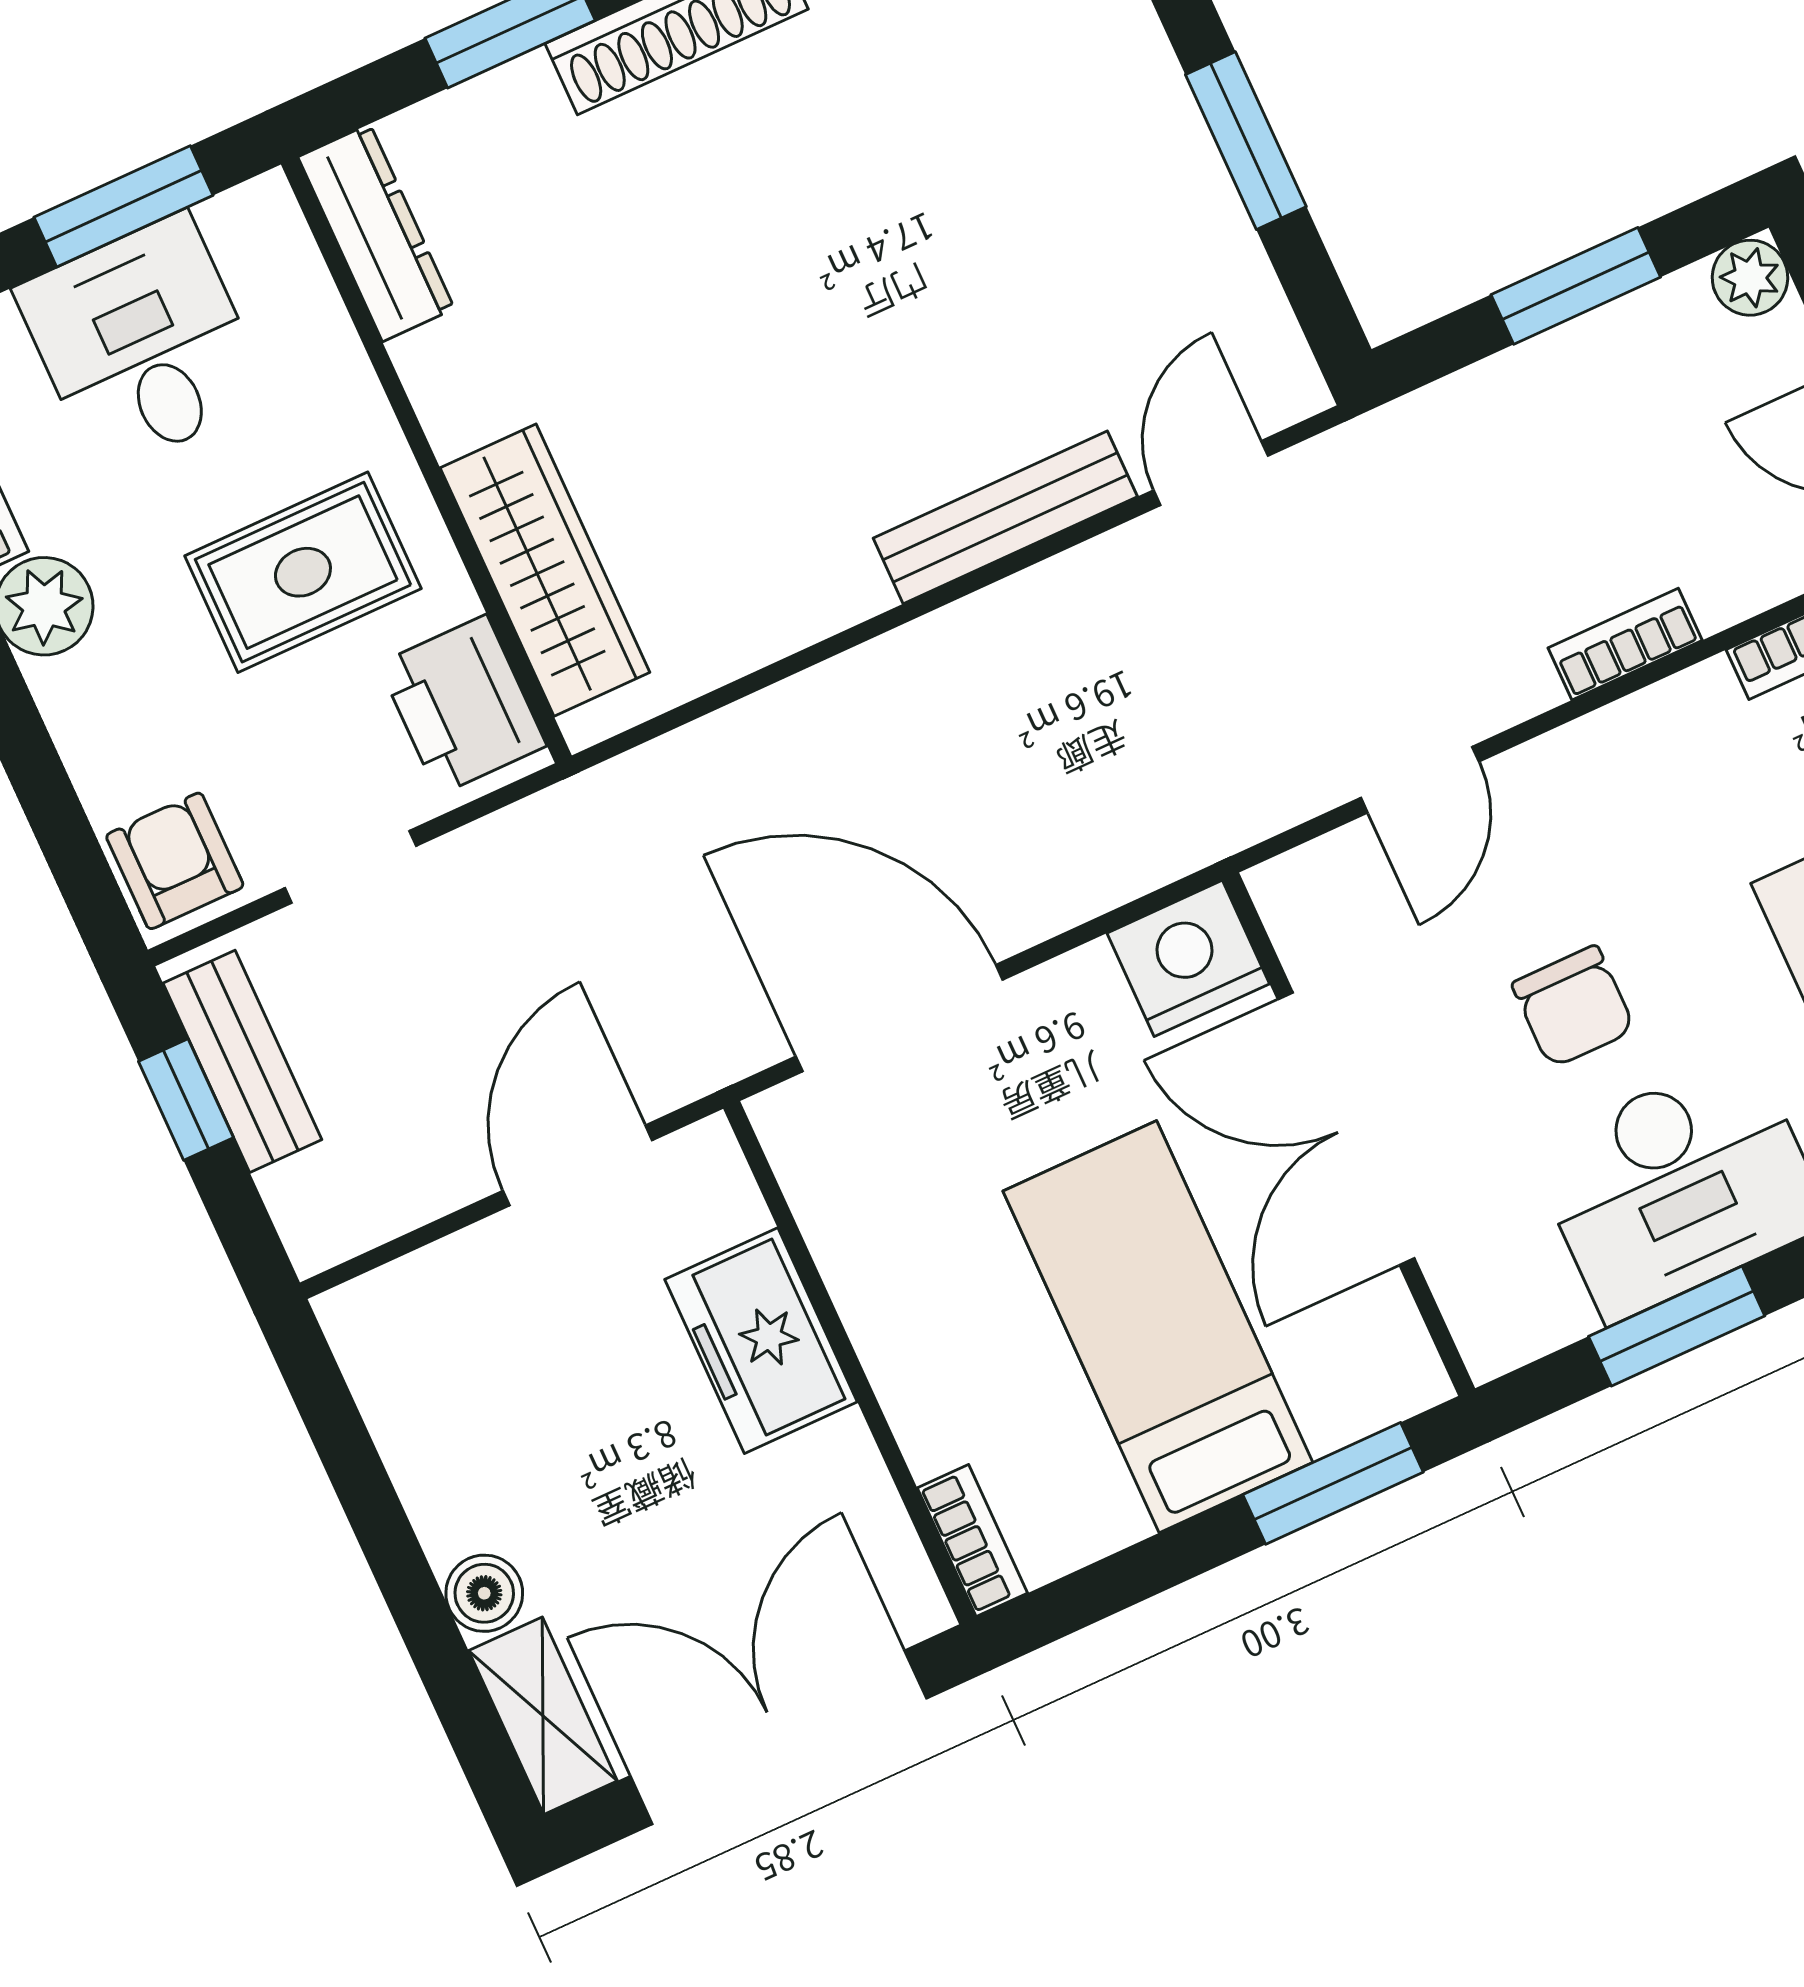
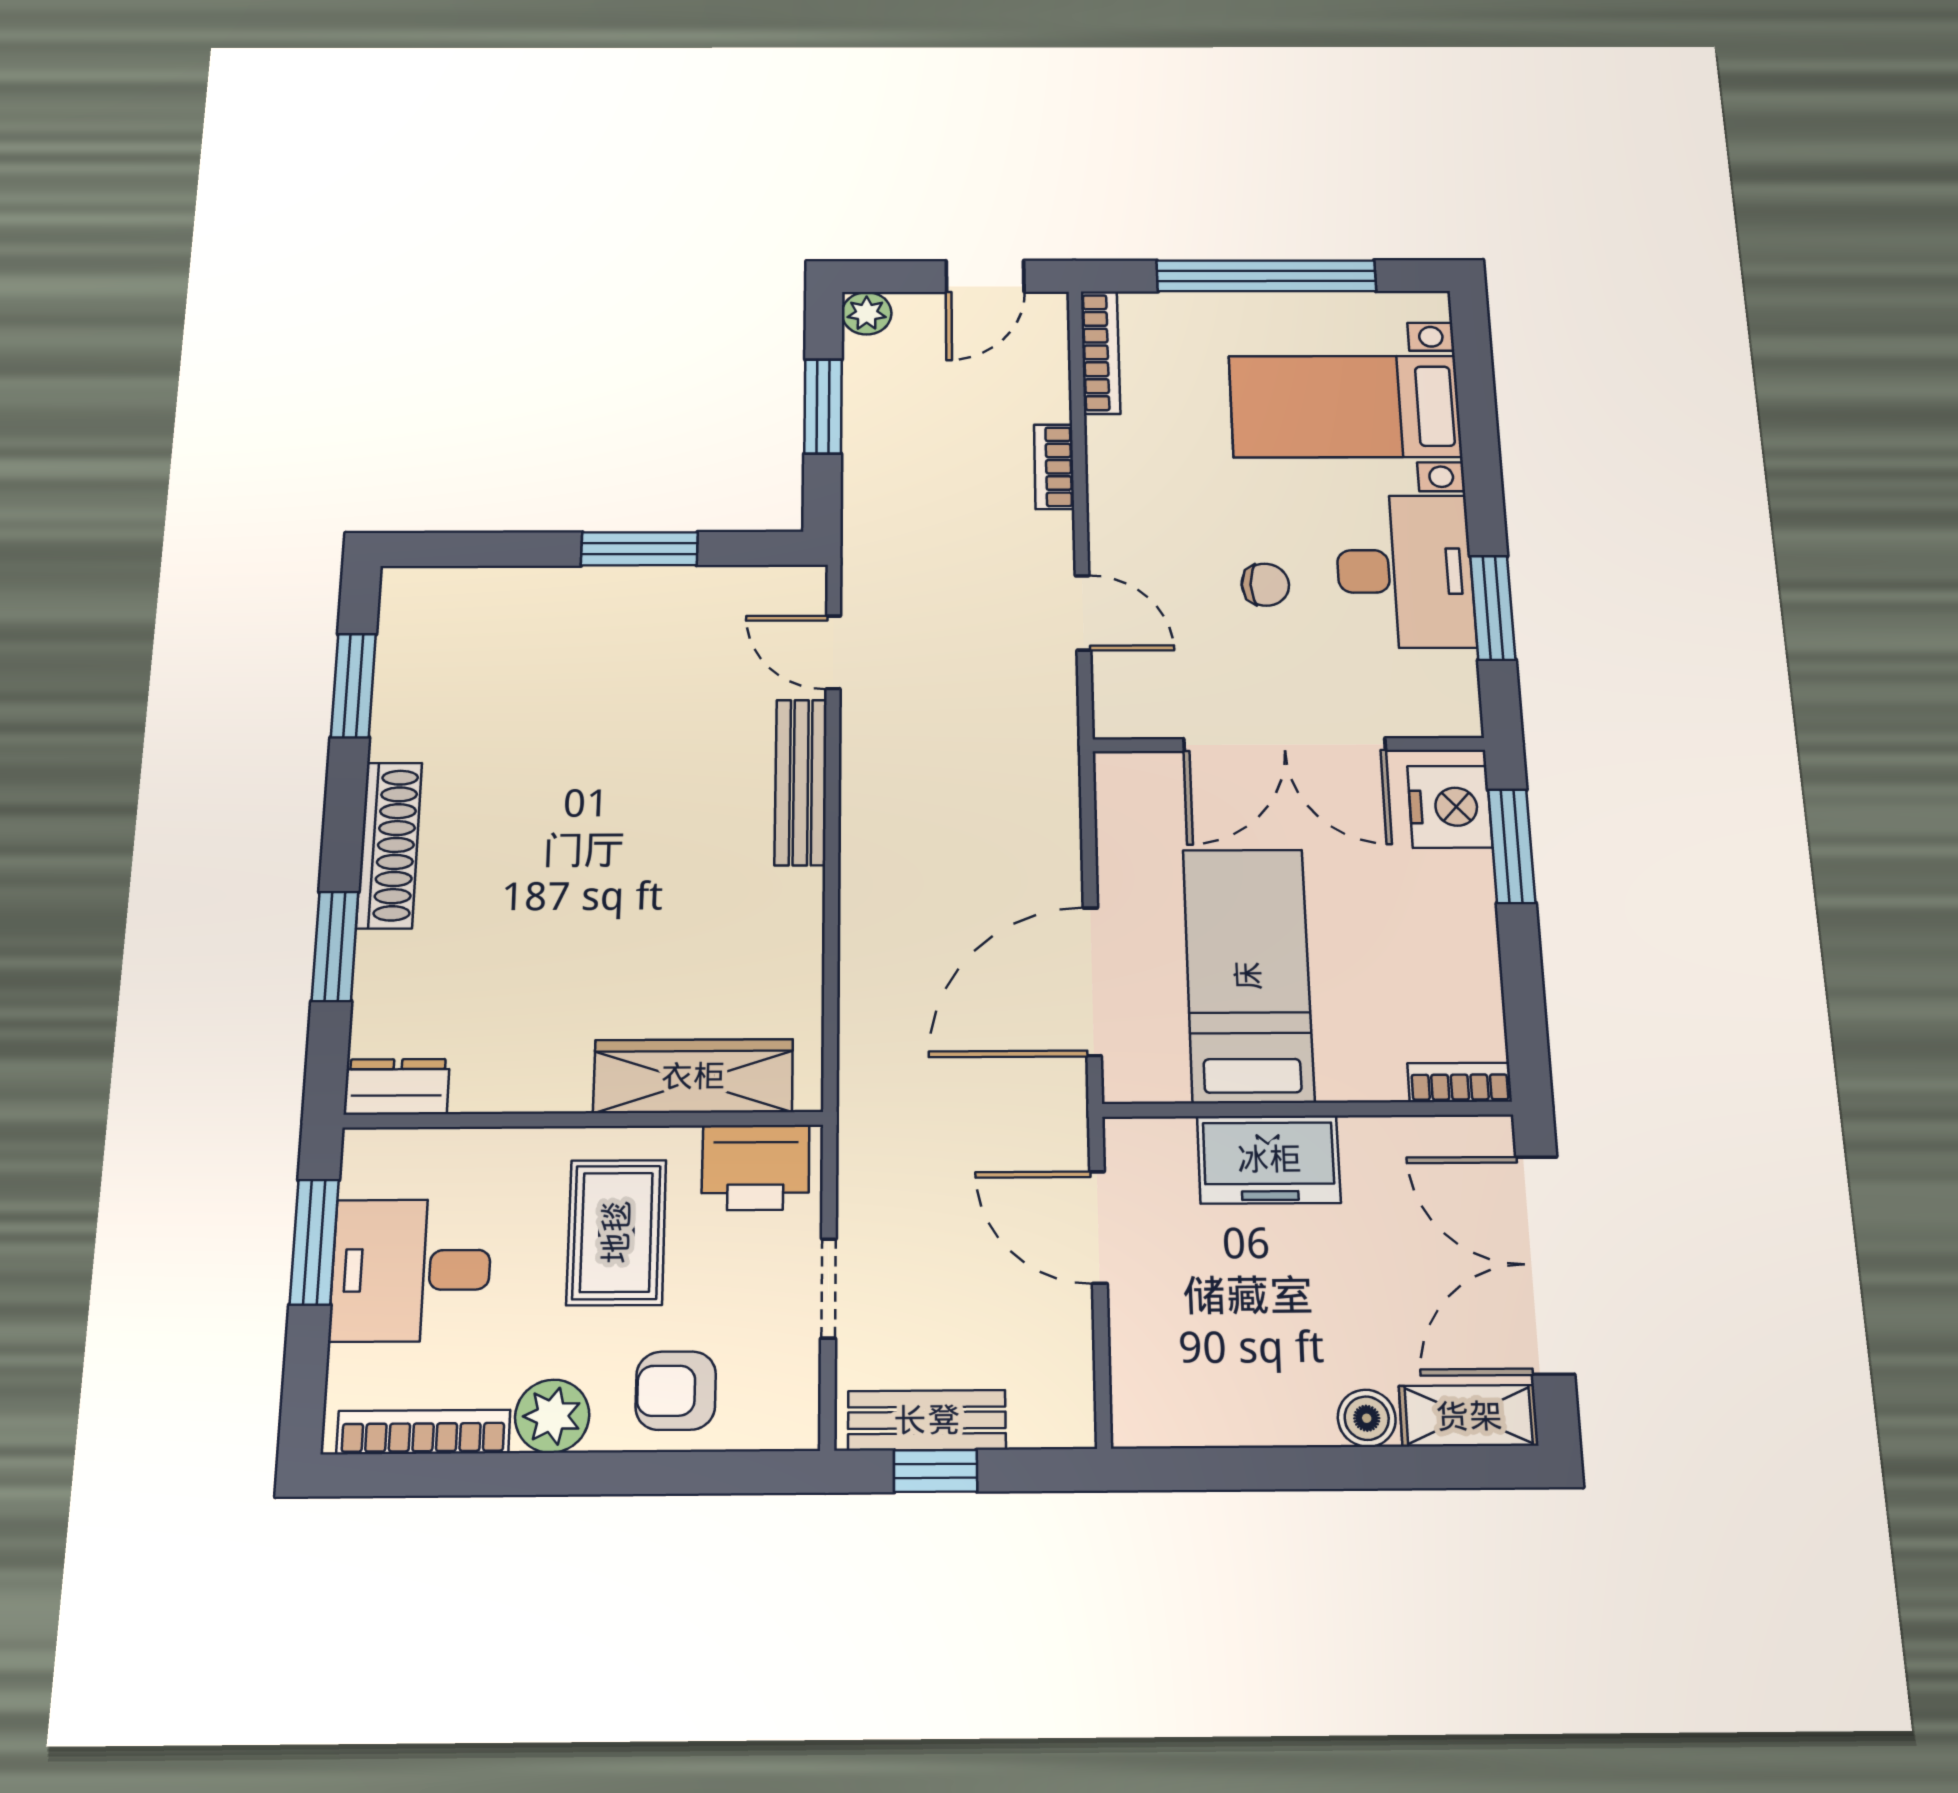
dresser: (376, 233) -> (397, 1087), width x0.70
armchair: (175, 861) -> (676, 1391), moved
nightstand: (1188, 958) -> (1450, 807), moved, turned 180
chair: (1573, 1007) -> (1265, 585), width x0.73, depth x0.73
bed: (1158, 1327) -> (1248, 975), moved, turned 90

